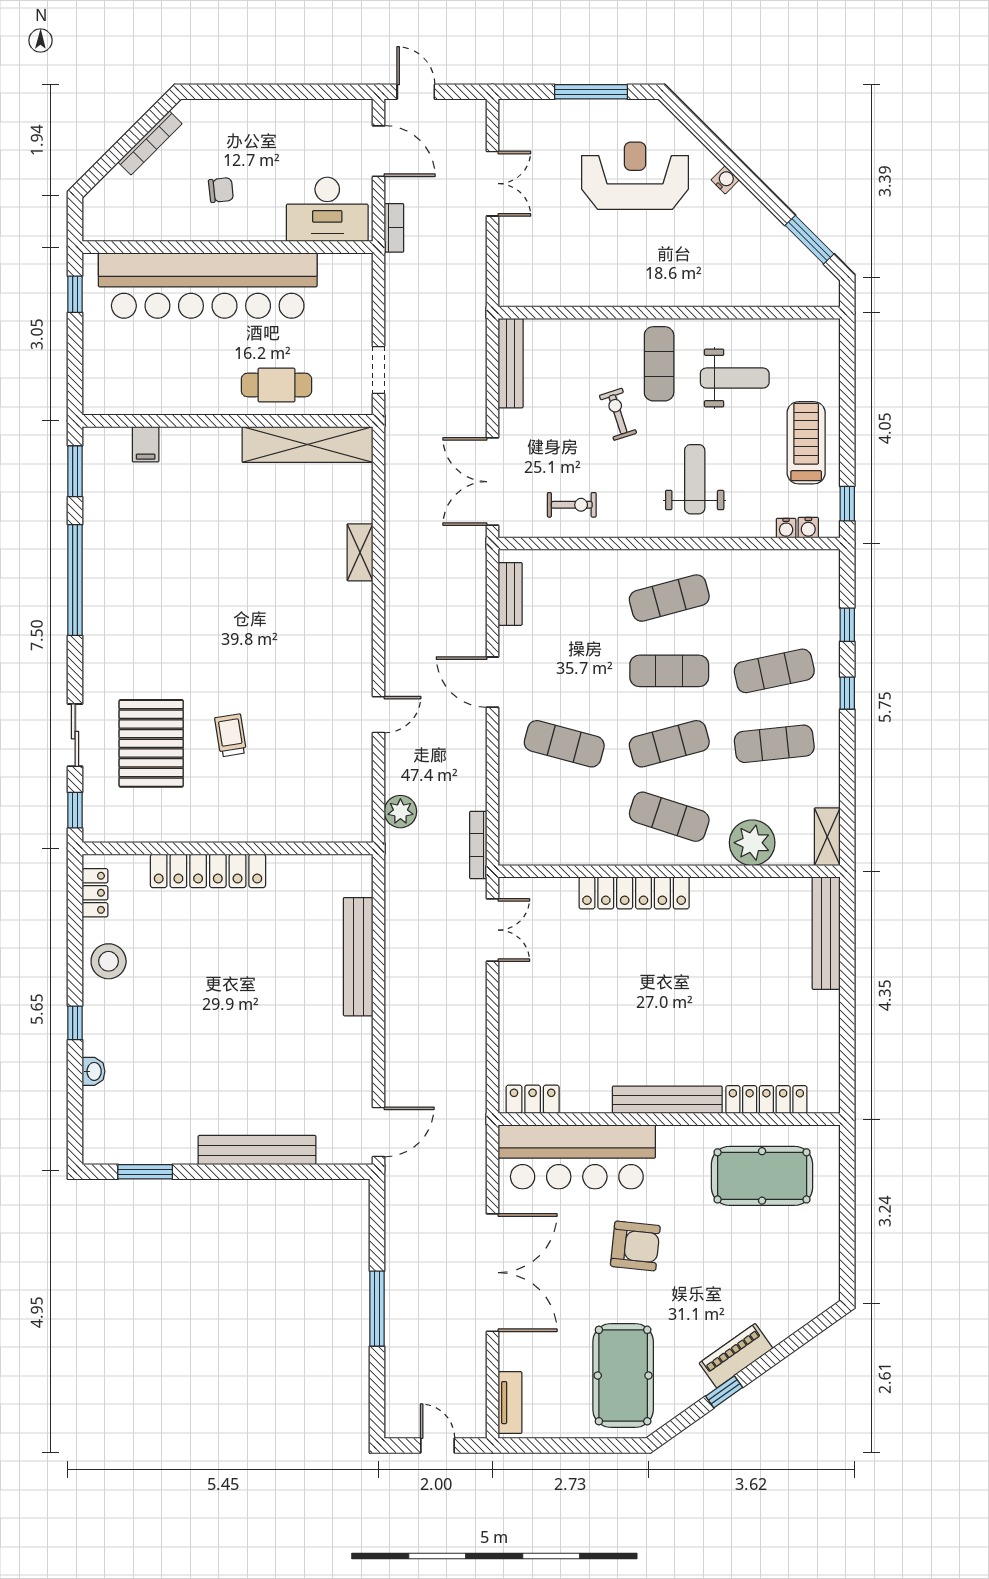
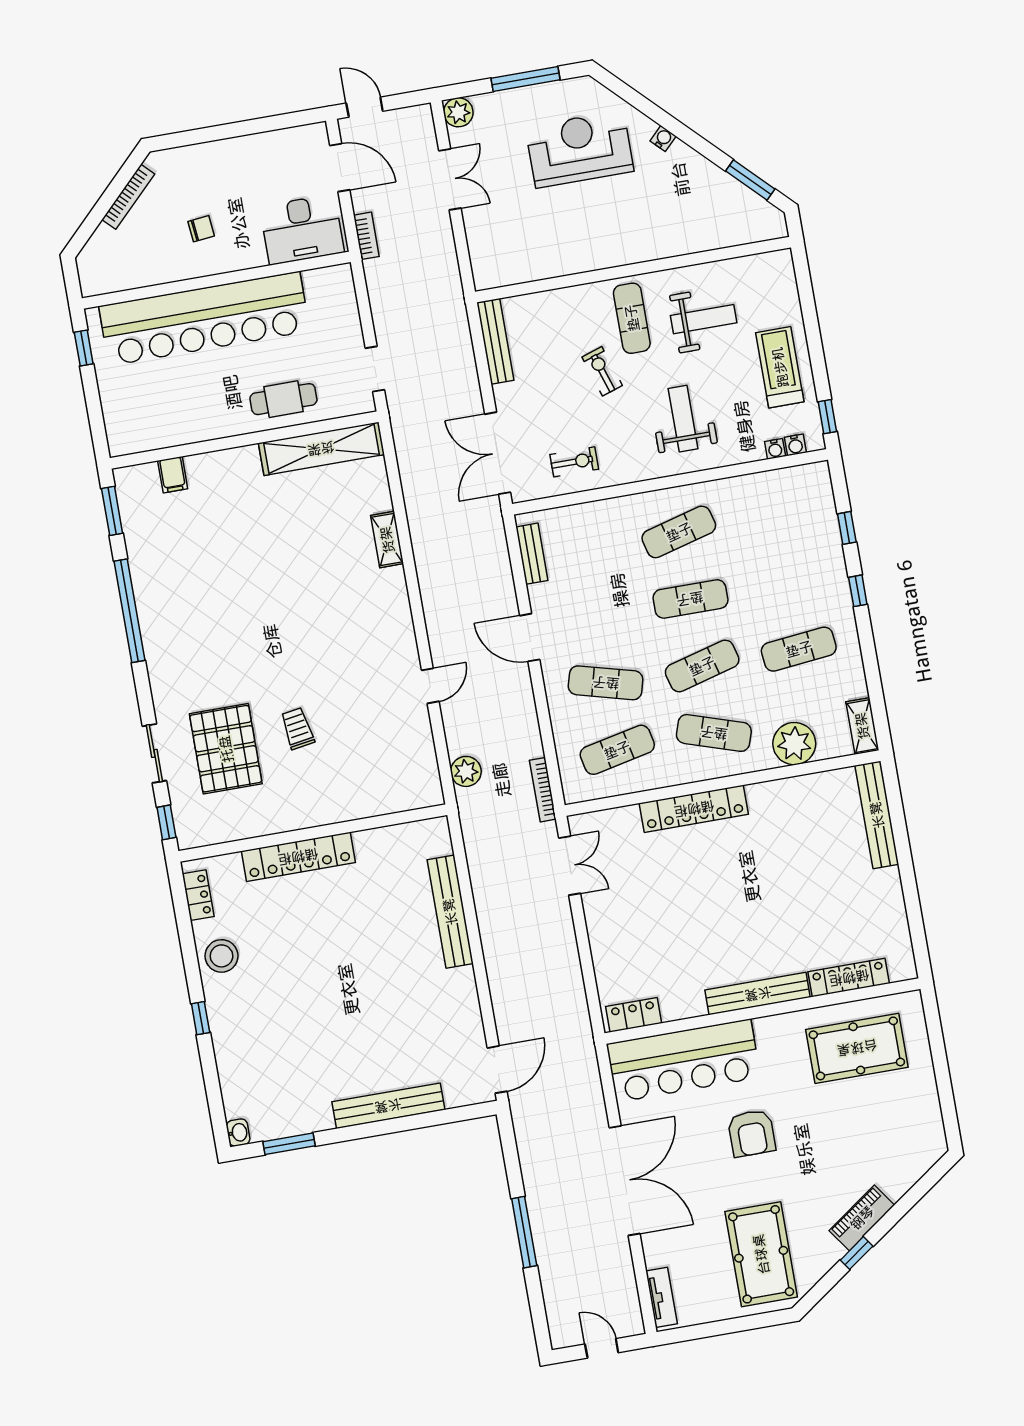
plant: (514, 115) -> (458, 112), added
exercise mat: (774, 671) -> (617, 750), moved
washbasin: (93, 1071) -> (238, 1133), moved
armchair: (635, 1246) -> (752, 1133), turned 84

